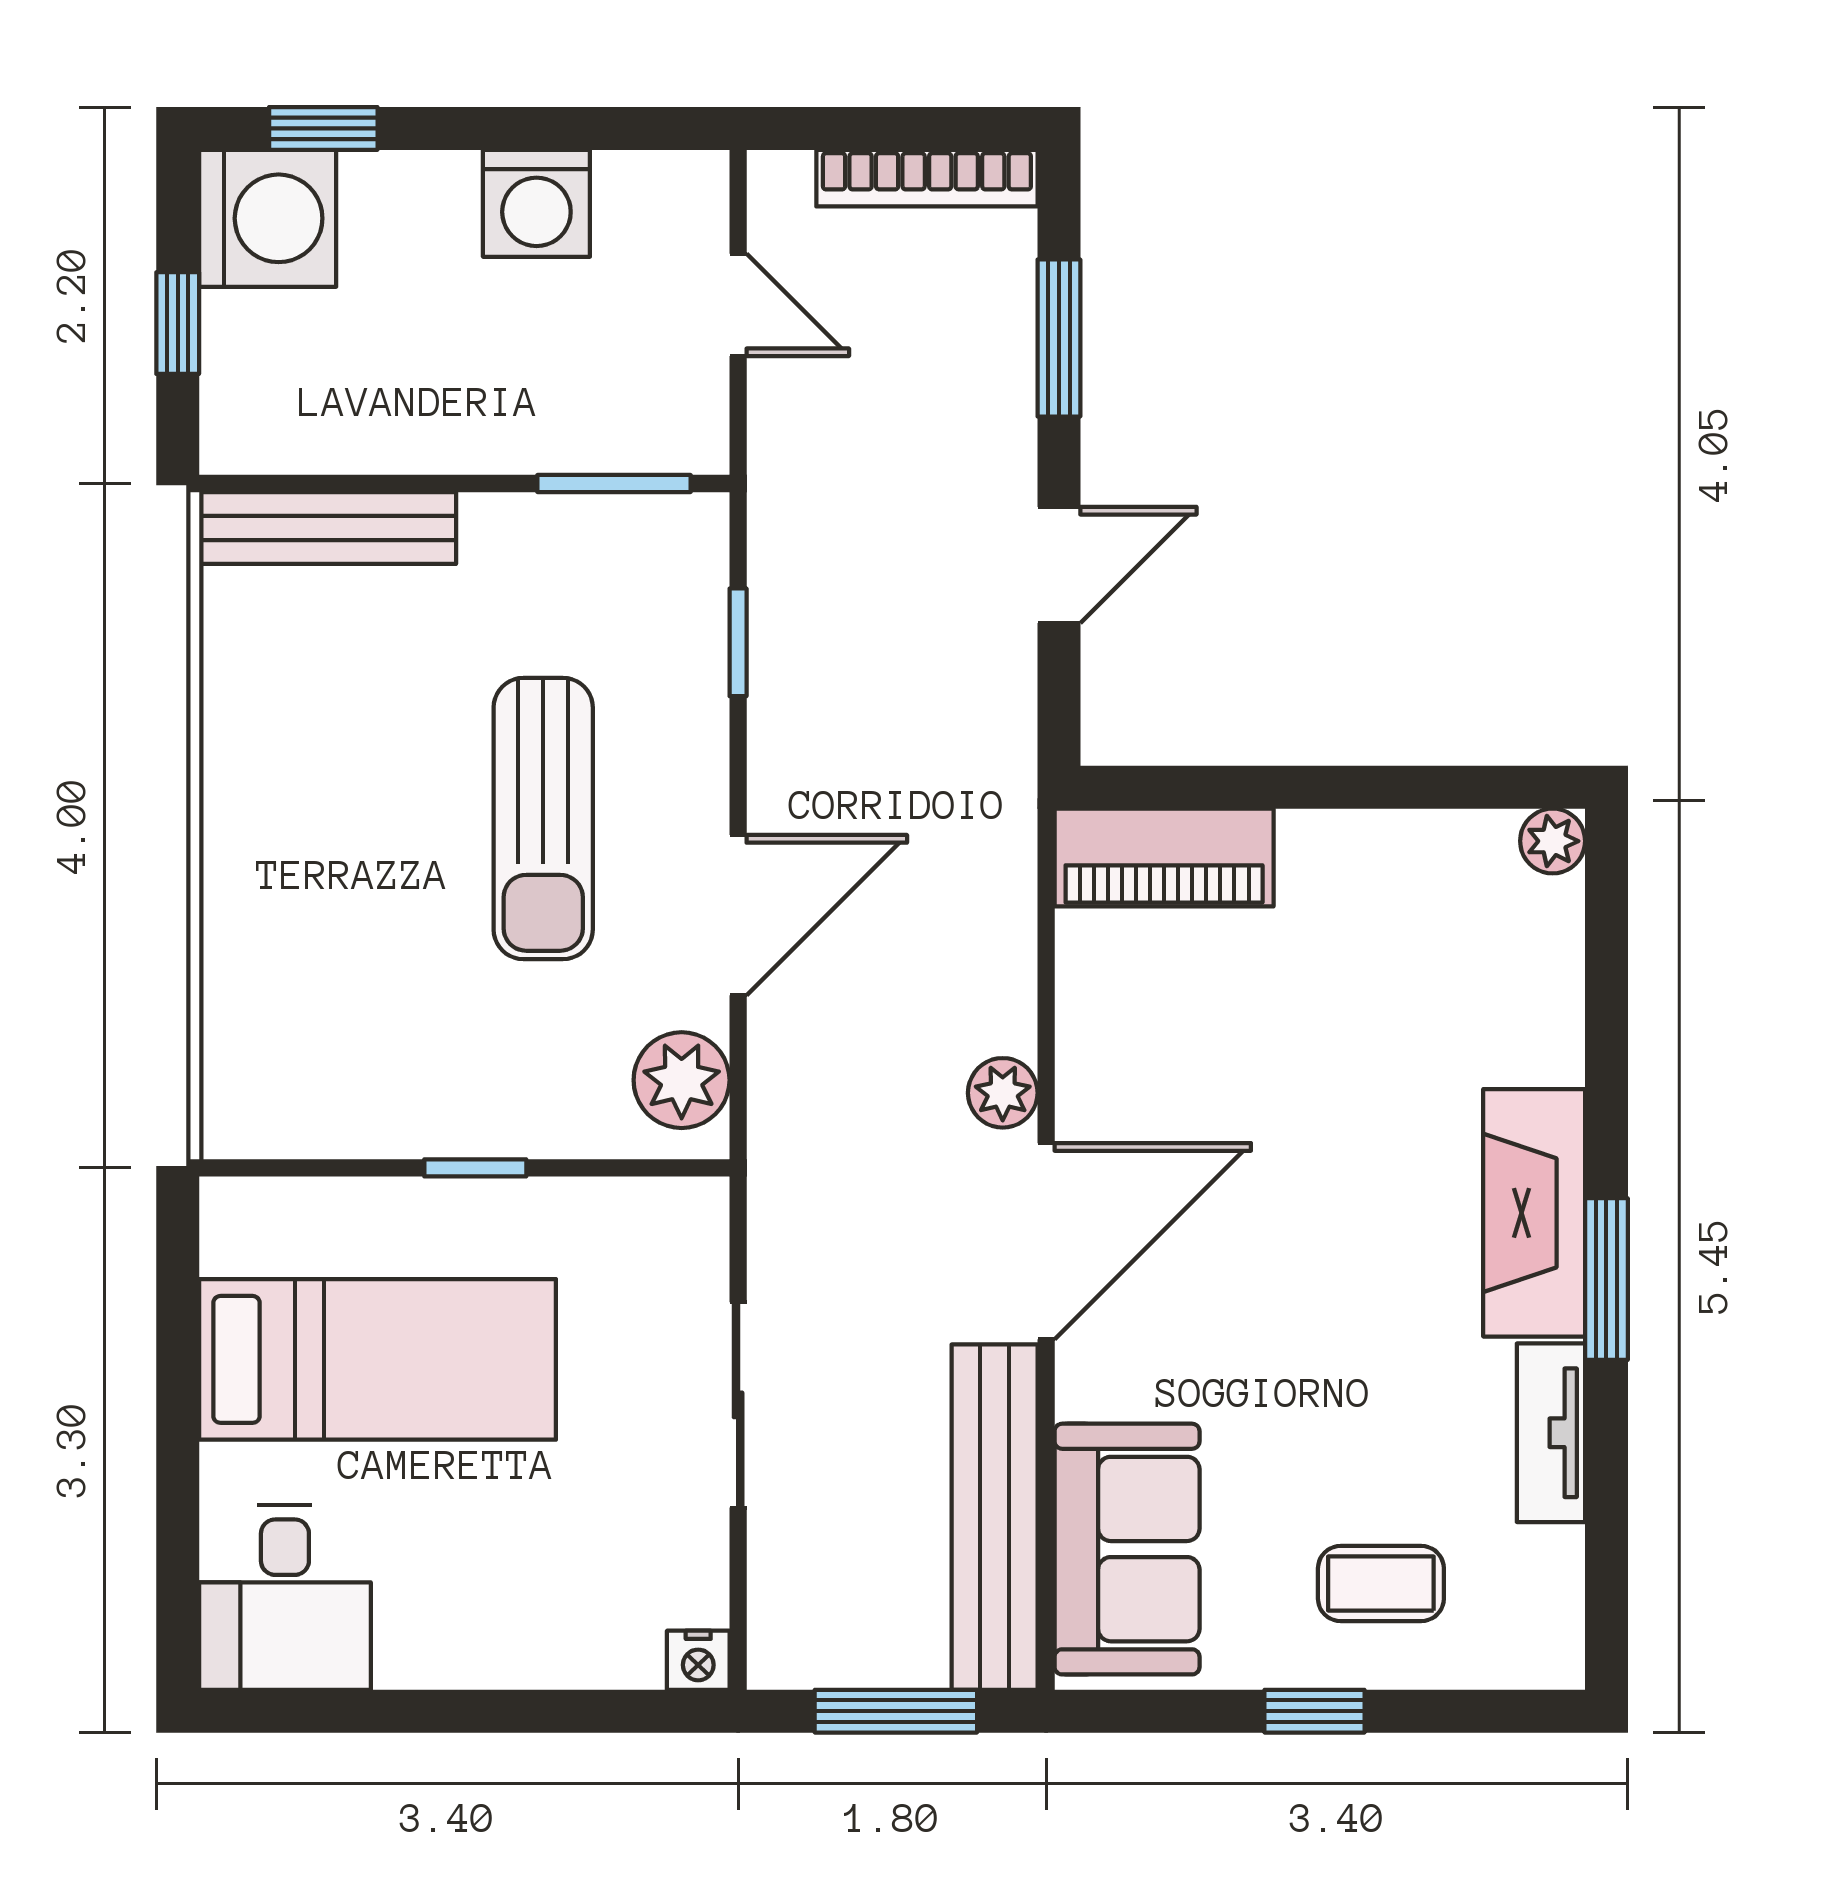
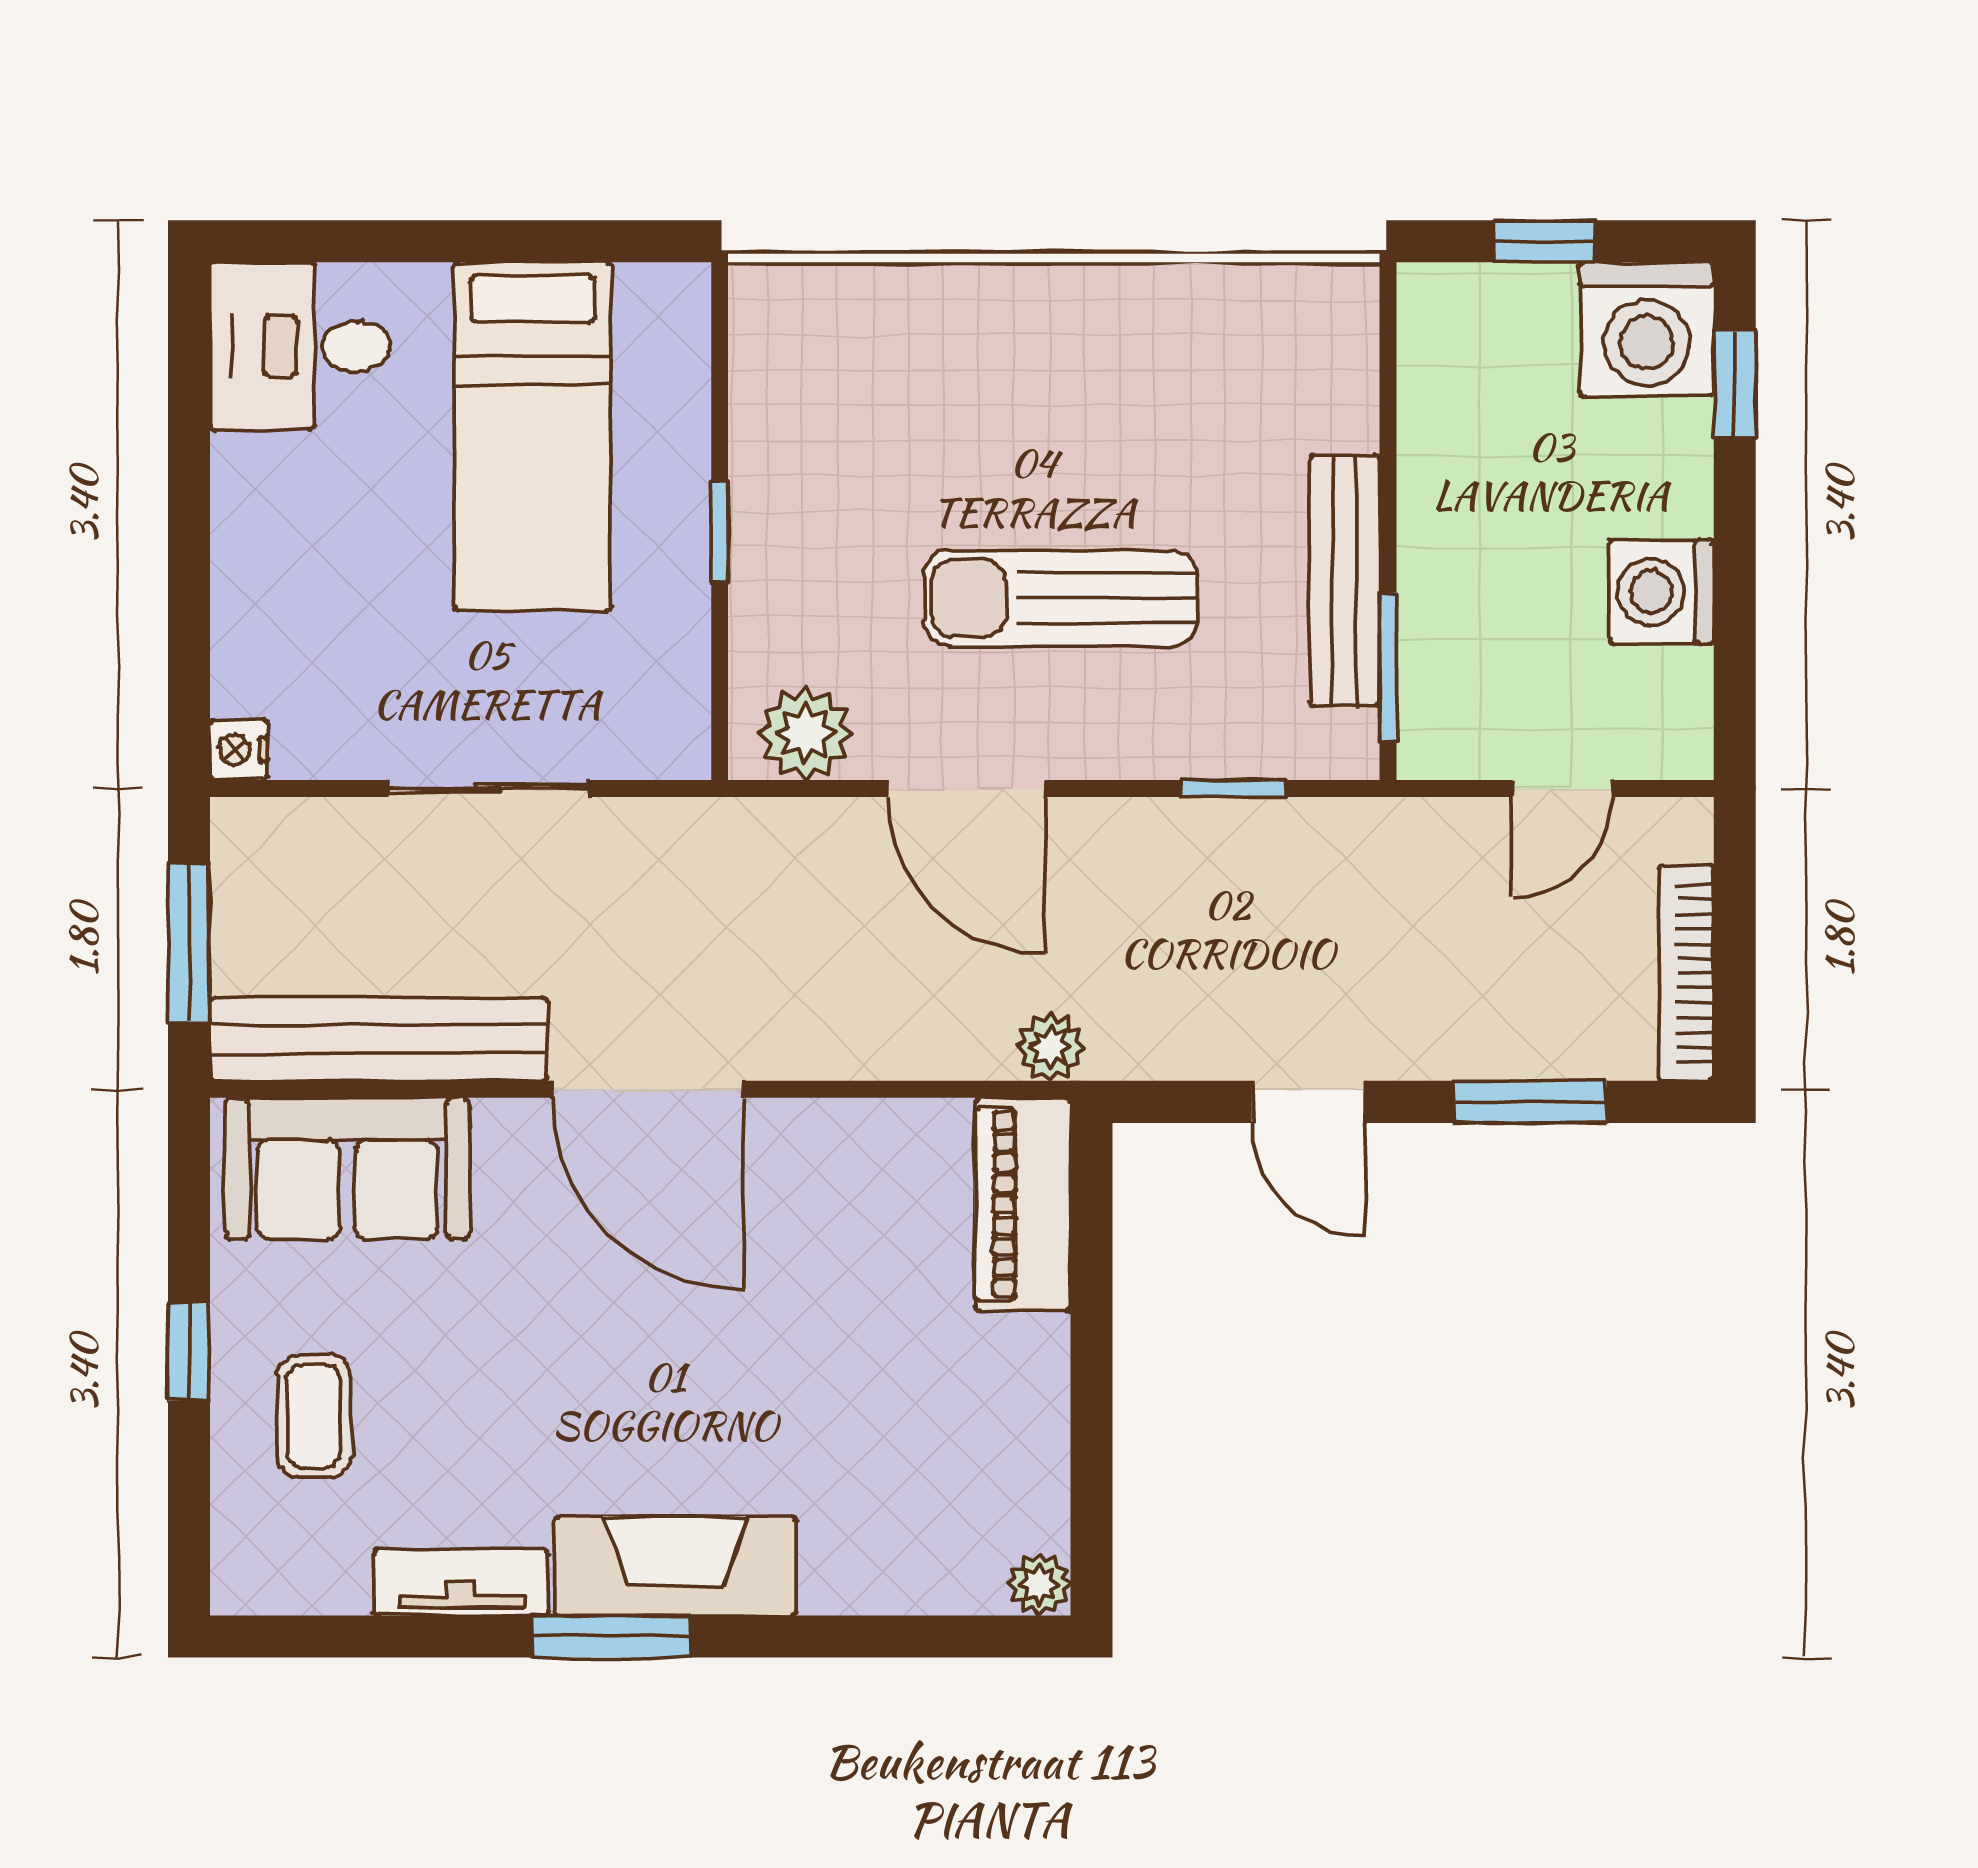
bench: (328, 528) -> (1345, 581), moved
plant: (1003, 1093) -> (1050, 1047), moved

